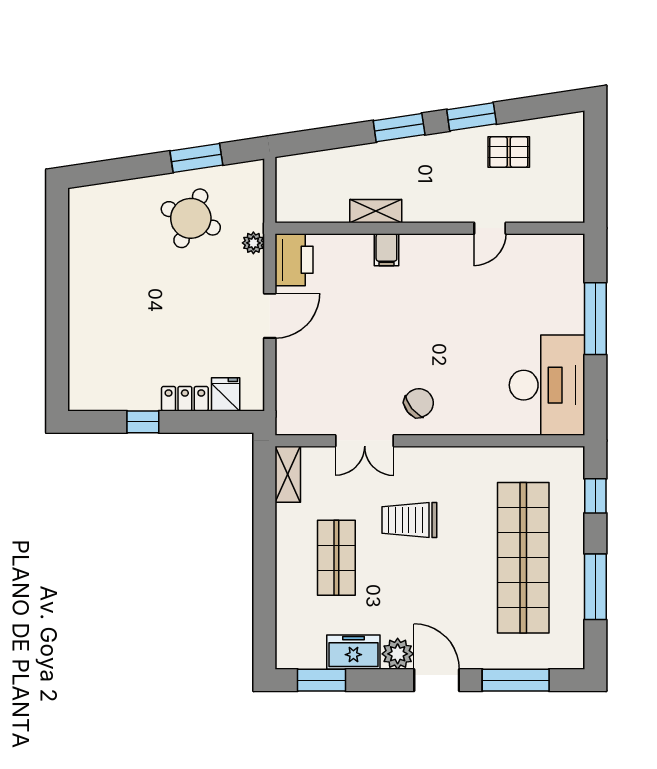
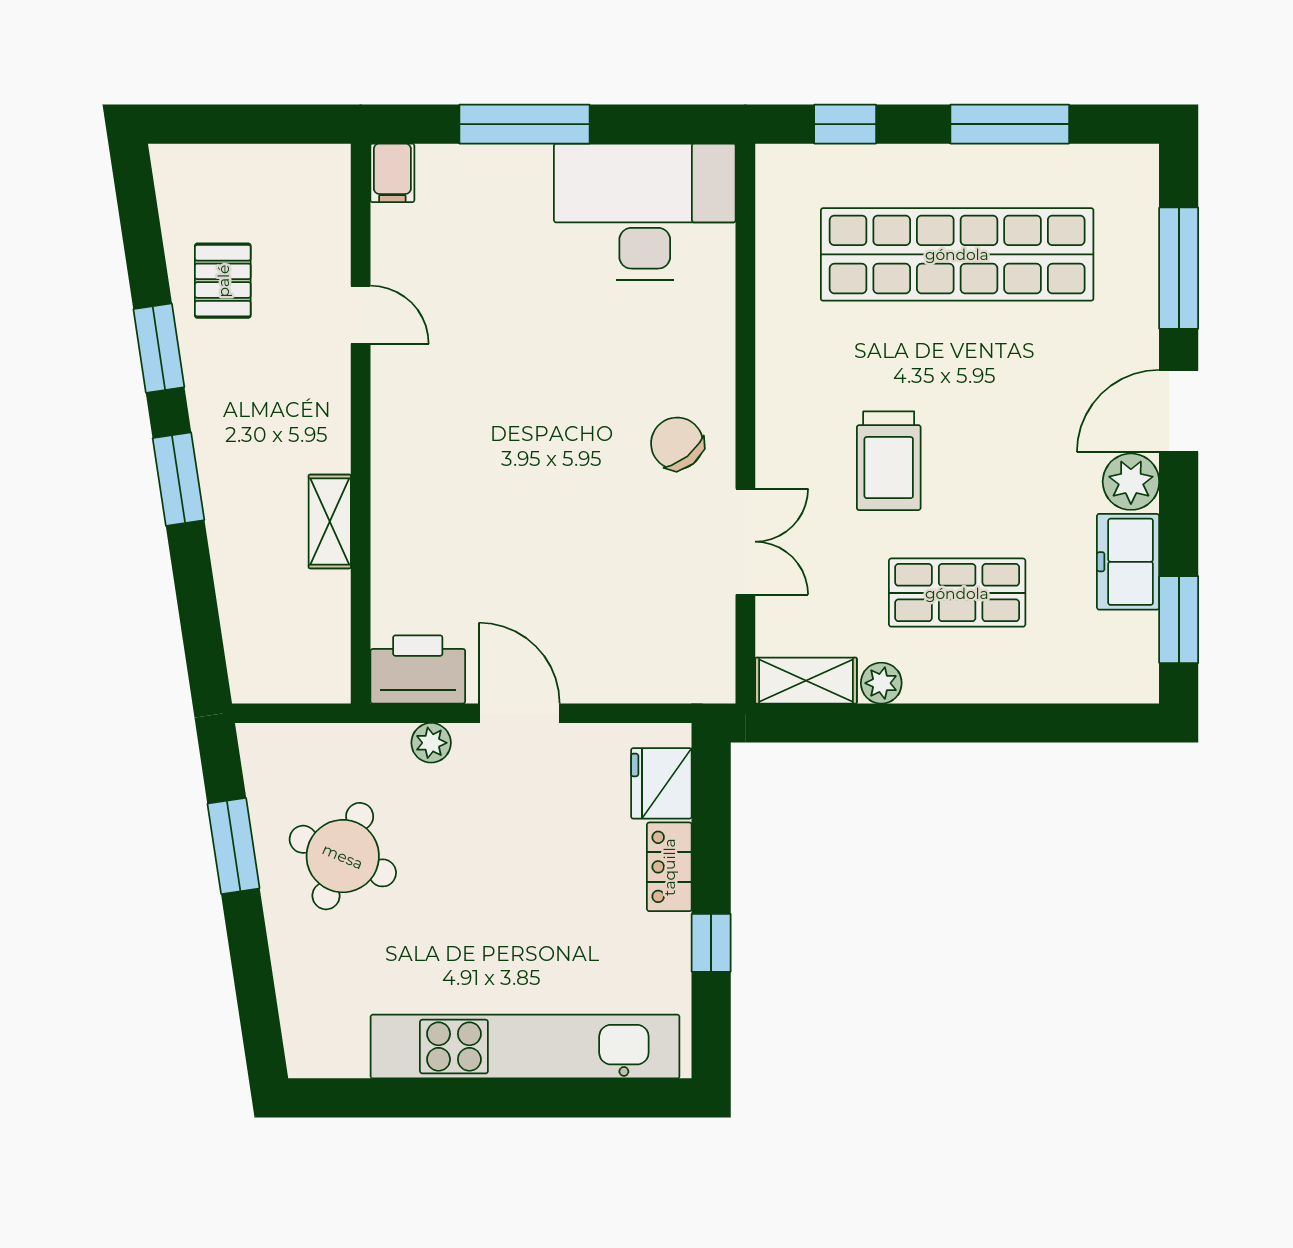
plant: (253, 243) -> (431, 743), moved
filing cabinet: (386, 250) -> (392, 173), moved, turned 90
kitchen unit: (86, 319) -> (525, 1047), added
fridge: (226, 394) -> (661, 783), width x1.38
plant: (286, 516) -> (881, 683), added

